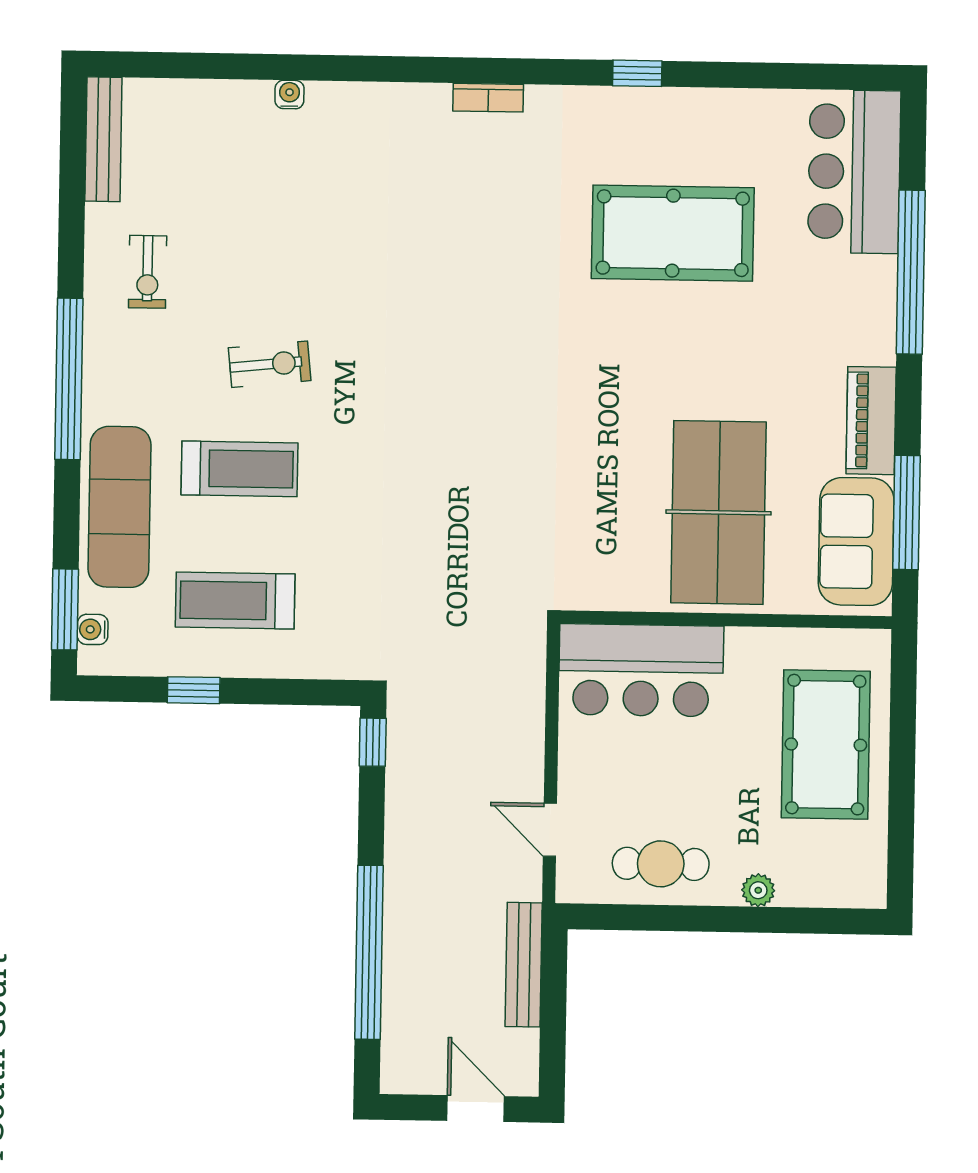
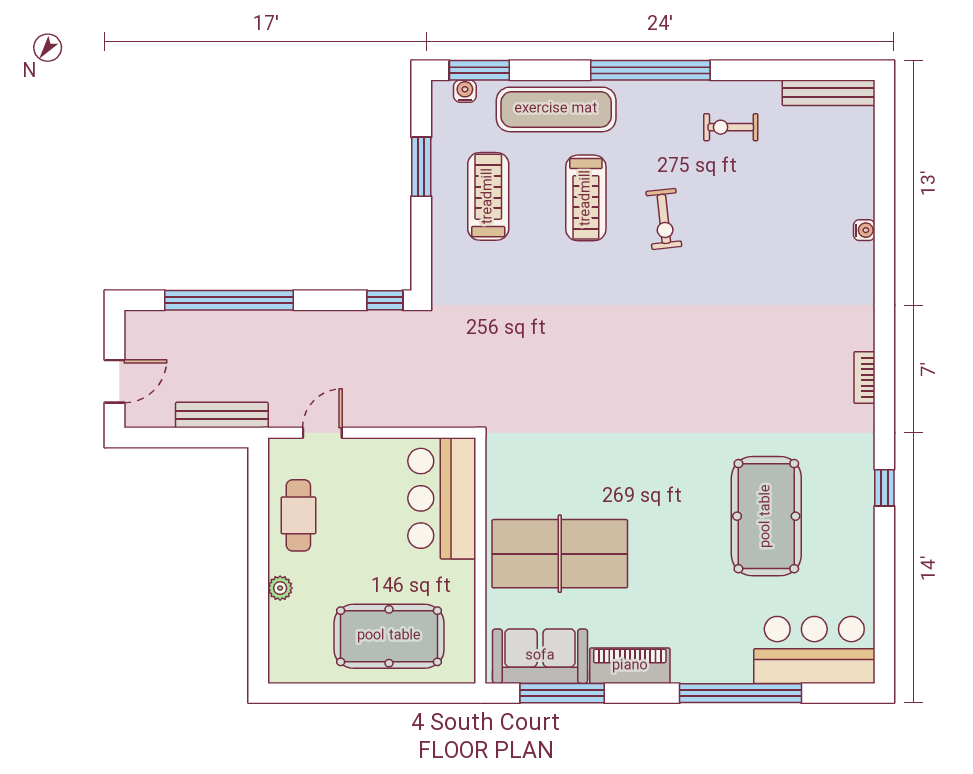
window: (194, 690) -> (421, 167), width x1.50

